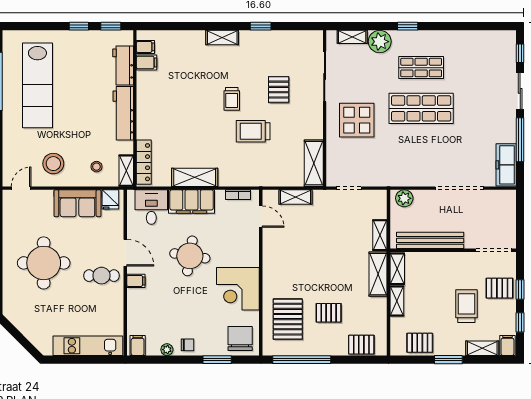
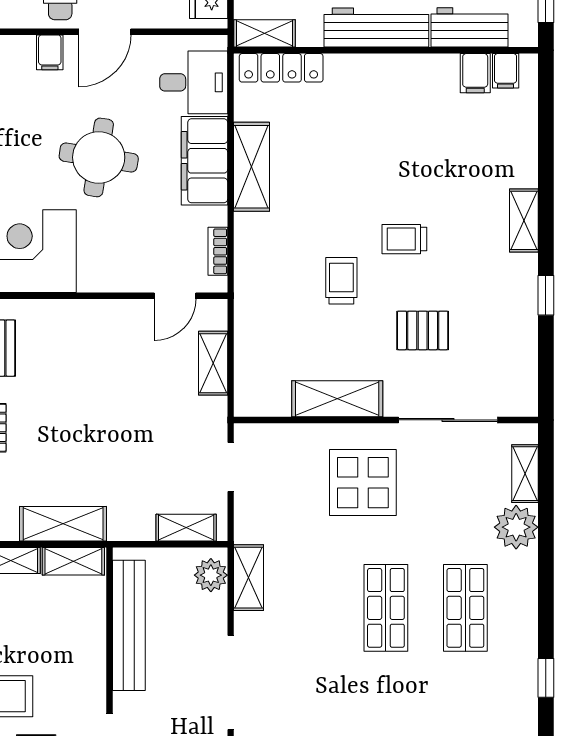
window: (408, 26) -> (546, 678), moved
shop shelf: (421, 108) -> (386, 608), width x0.70, depth x0.74
trolley: (253, 131) -> (341, 281), width x0.73, depth x0.72
shelving: (314, 163) -> (337, 399), moved
shelving: (406, 179) -> (249, 578), added
shelving: (380, 235) -> (186, 528), moved

